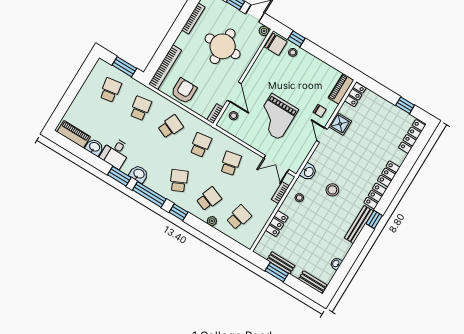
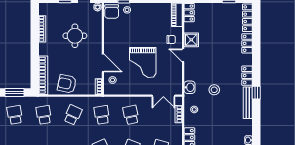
chair: (276, 44) -> (112, 11), turned 90
round table: (223, 46) -> (75, 36), width x0.73, depth x0.73
armchair: (184, 91) -> (67, 84), turned -78
locker: (389, 174) -> (247, 43), moved

